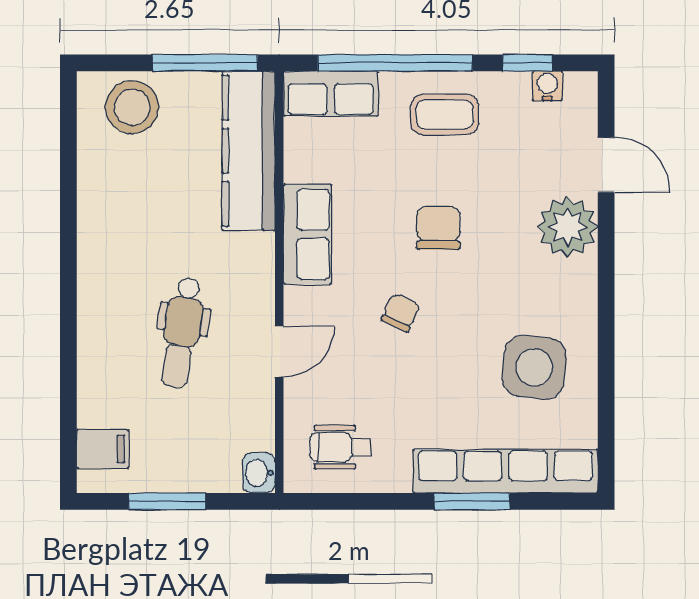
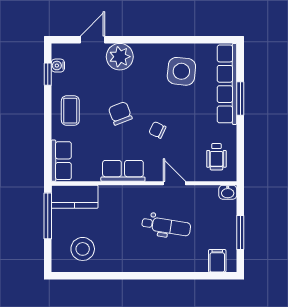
window: (395, 63) -> (48, 132), removed
stool: (132, 107) -> (83, 249), moved
kitchen counter: (249, 151) -> (75, 197), width x0.67
chair: (438, 228) -> (120, 113), turned 69

